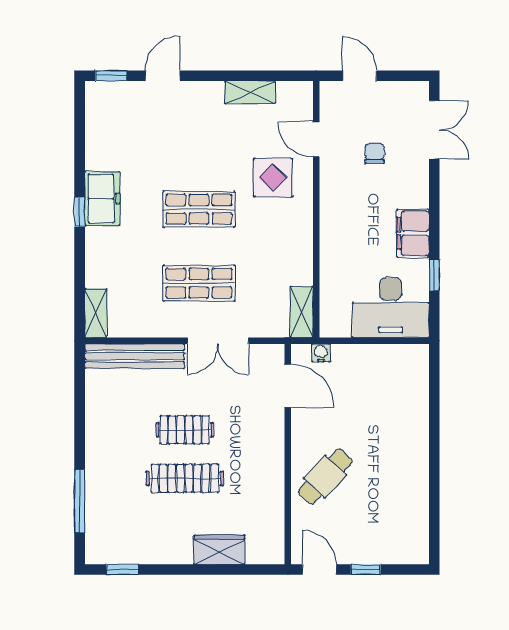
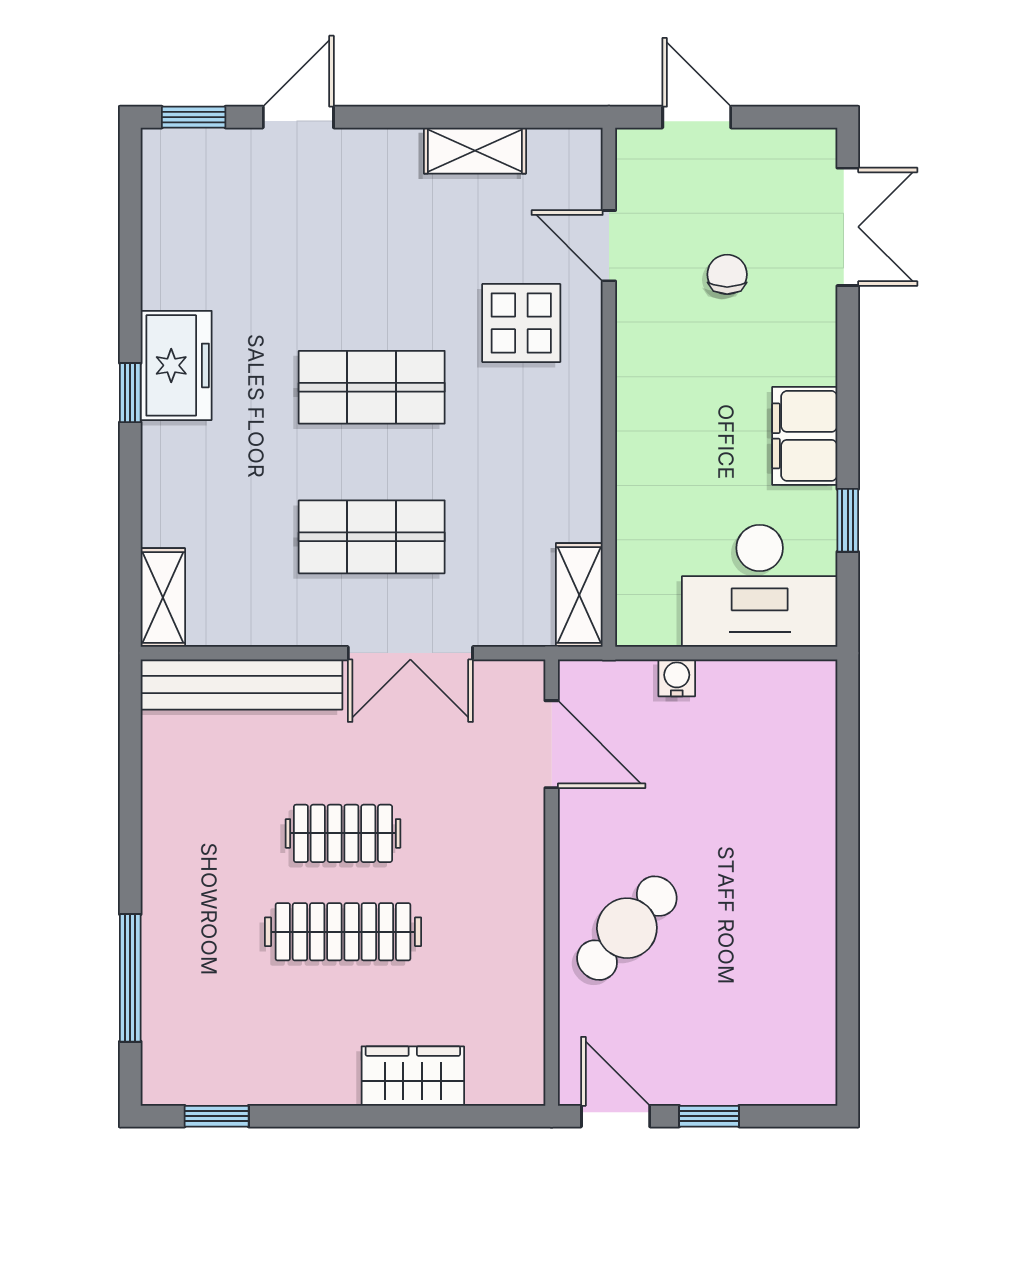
water cooler: (321, 353) -> (677, 678), moved

